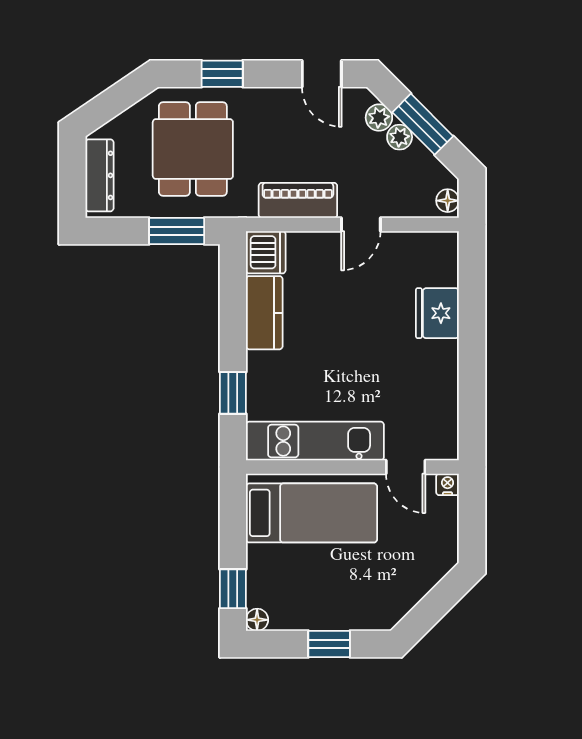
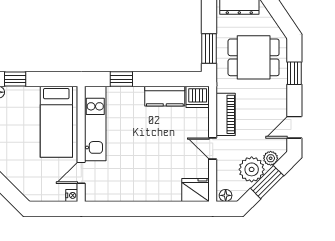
plant: (400, 137) -> (252, 169), width x1.88, depth x1.88
fridge: (437, 313) -> (196, 190), moved

